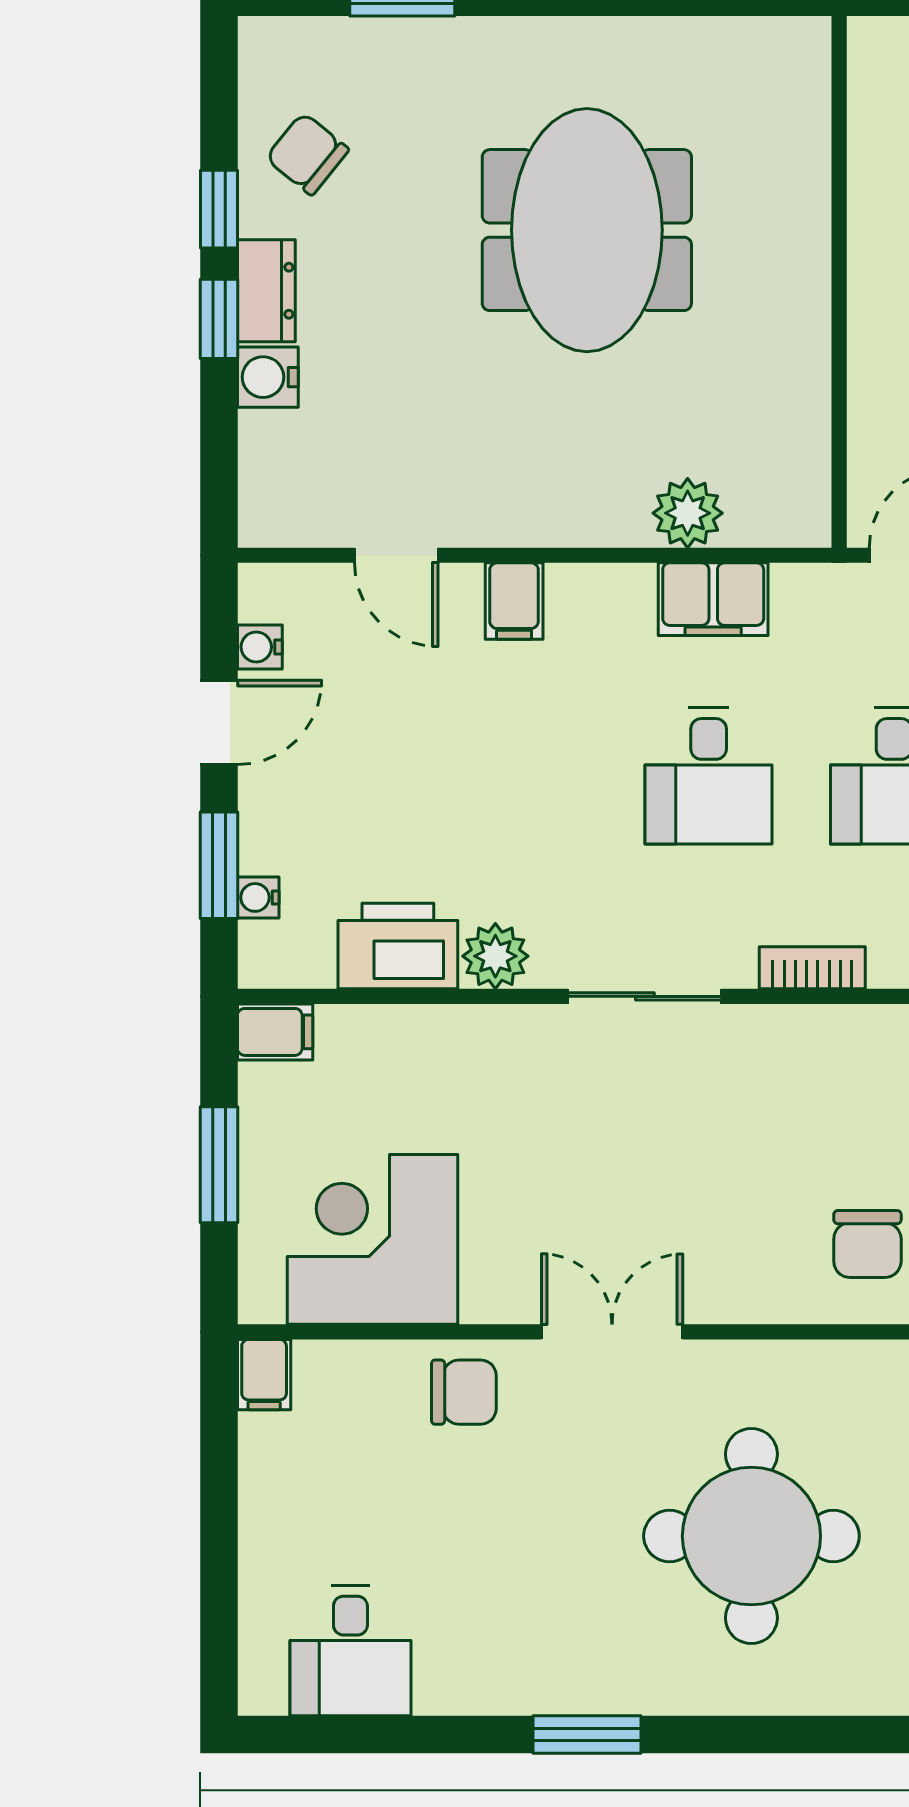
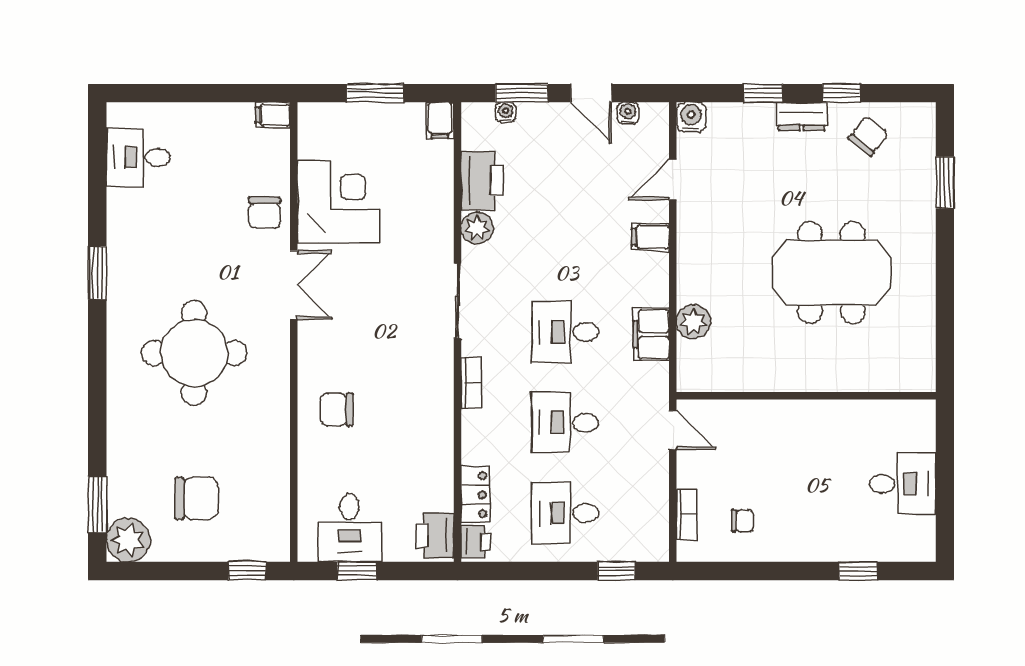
window: (219, 319) -> (763, 93), moved
water cooler: (268, 377) -> (691, 117), moved
corner desk: (372, 1239) -> (339, 201), moved

